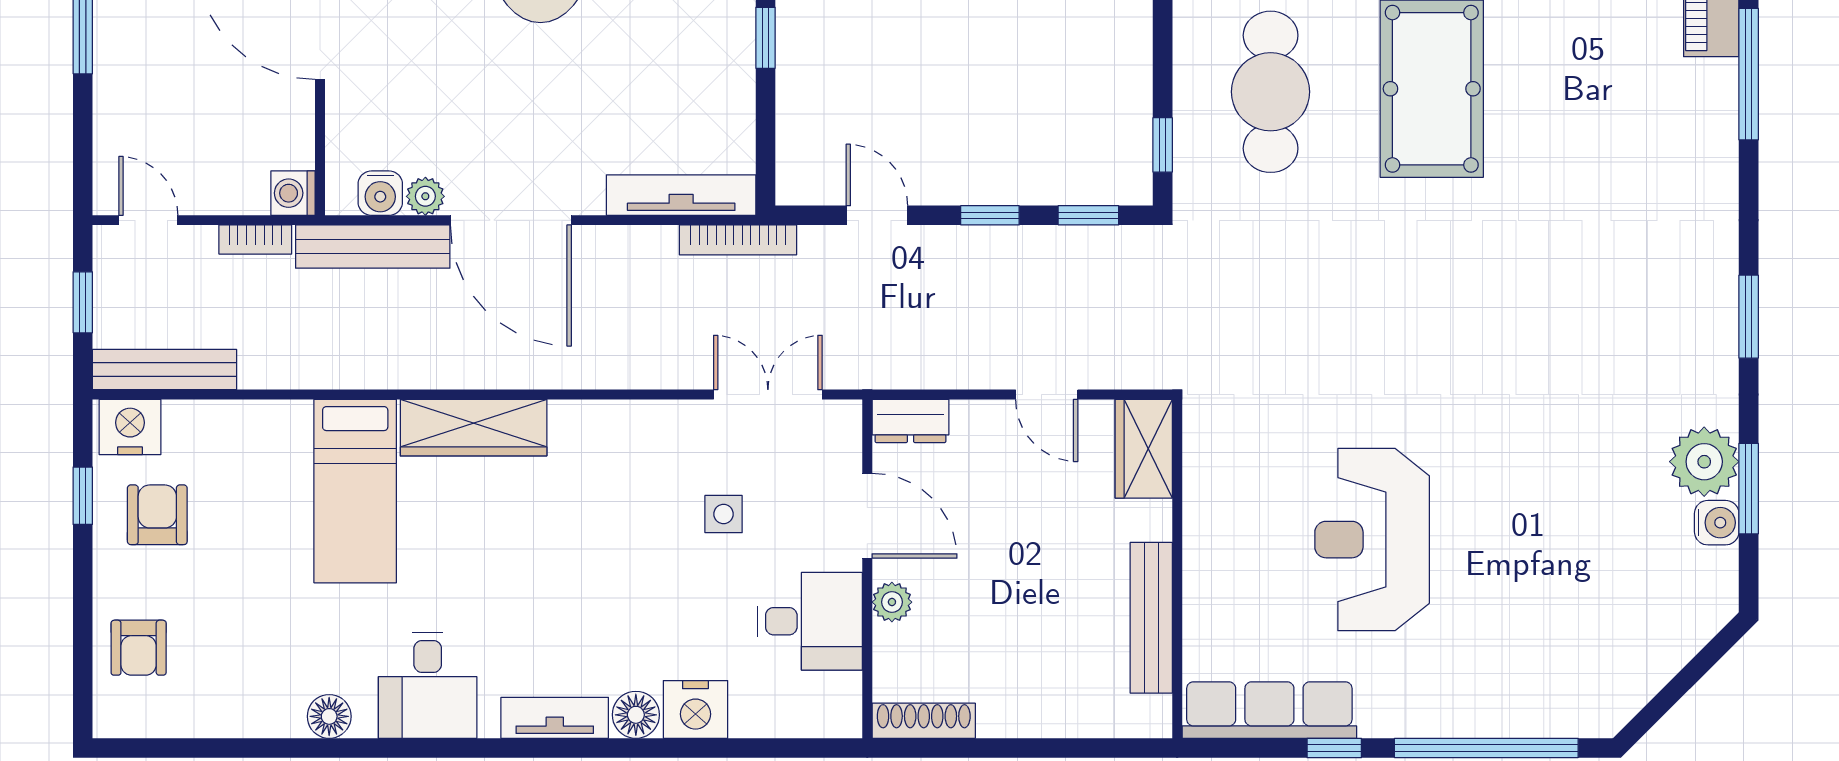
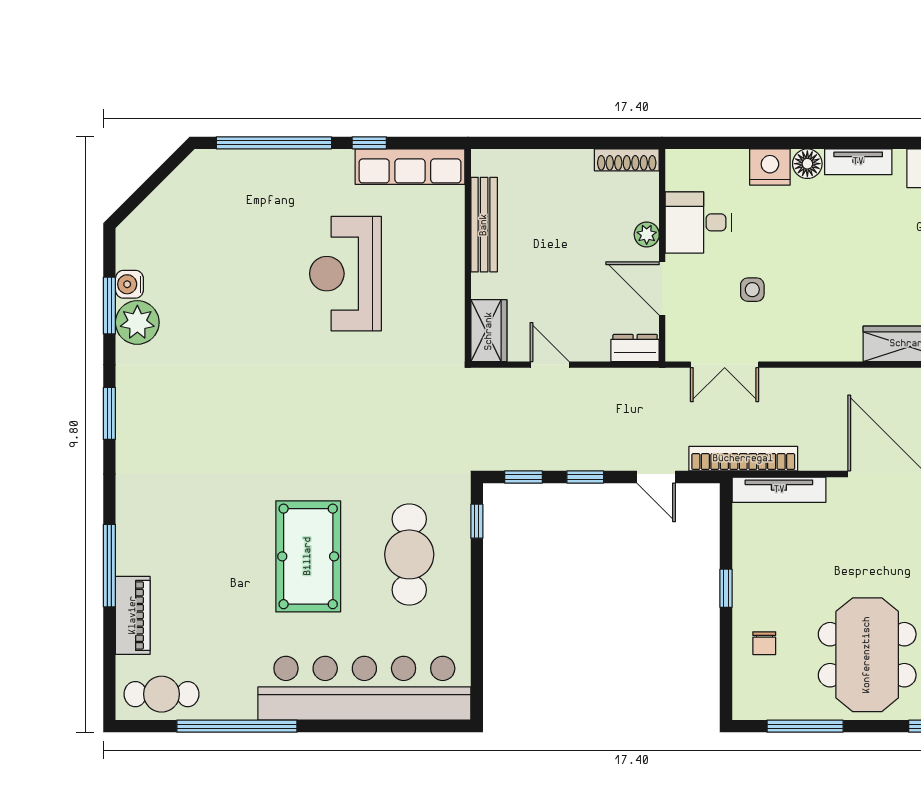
bookcase: (738, 240) -> (743, 459), width x1.48, depth x1.31
reception desk: (1372, 540) -> (345, 274), turned 180

